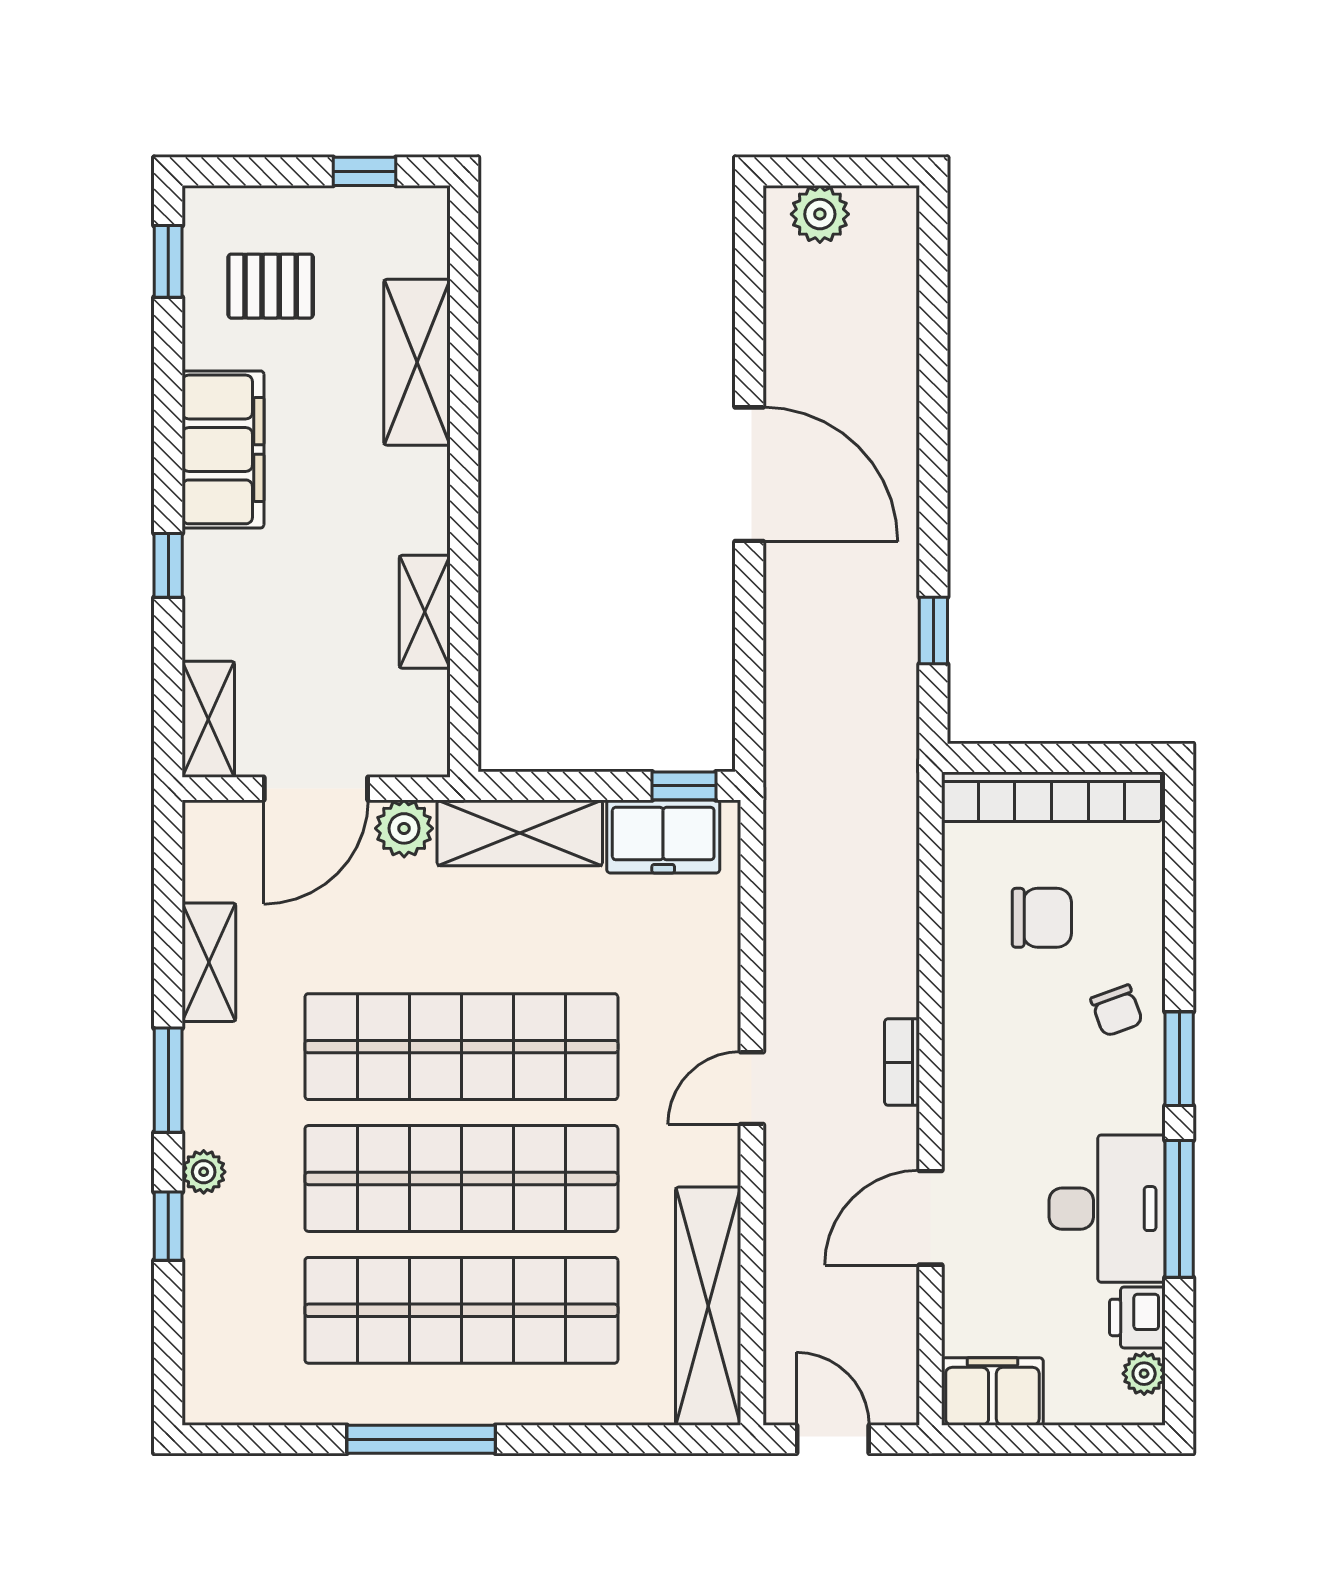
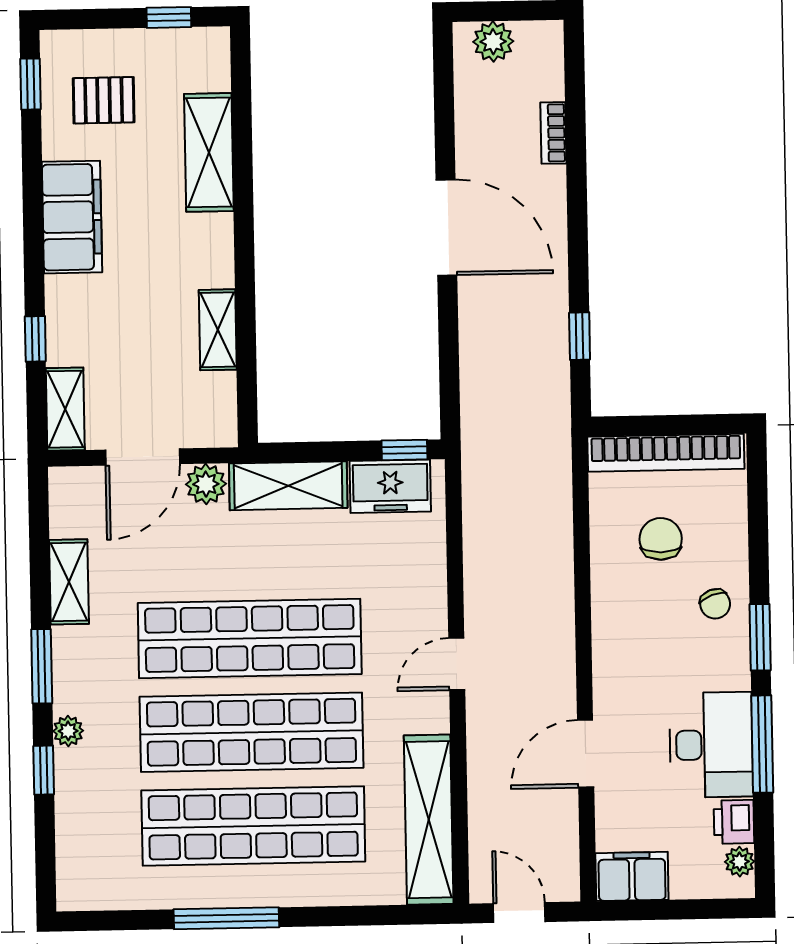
window: (168, 565) -> (35, 339), moved
chair: (1042, 918) -> (661, 539), turned -90
bookcase: (902, 1062) -> (553, 133), moved

